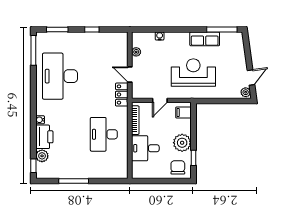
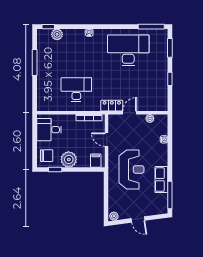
door: (251, 77) -> (138, 219), moved
printer: (44, 137) -> (74, 36), removed
desk: (145, 148) -> (49, 130), moved, turned -90

